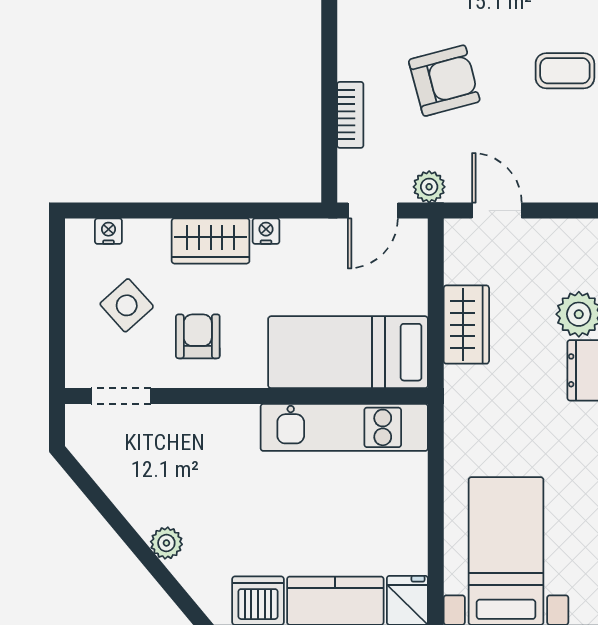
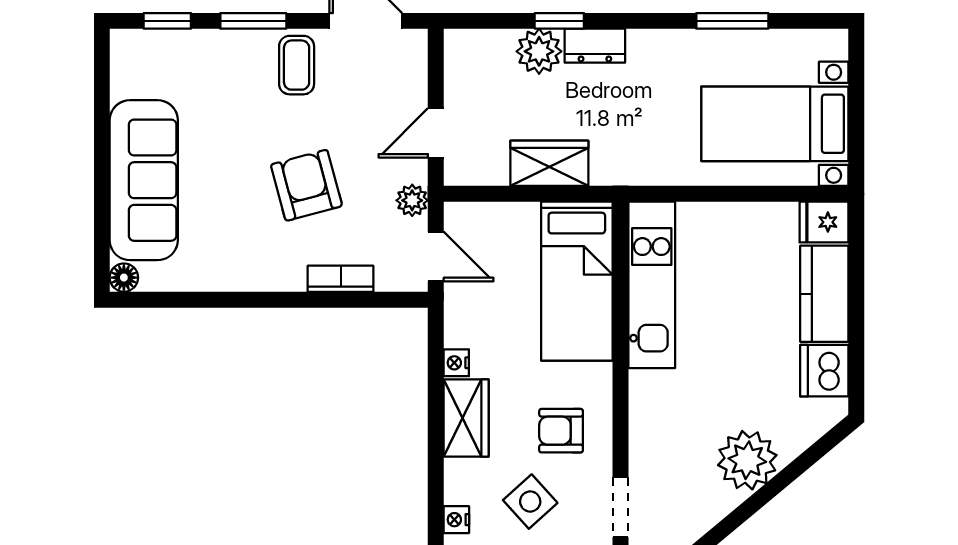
plant: (166, 543) -> (747, 460), width x1.87, depth x1.87

